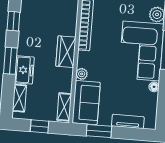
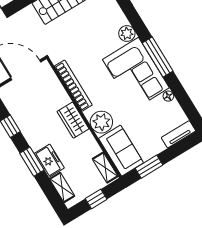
plant: (82, 74) -> (101, 122), width x1.87, depth x1.87
tv unit: (128, 121) -> (178, 134), moved

